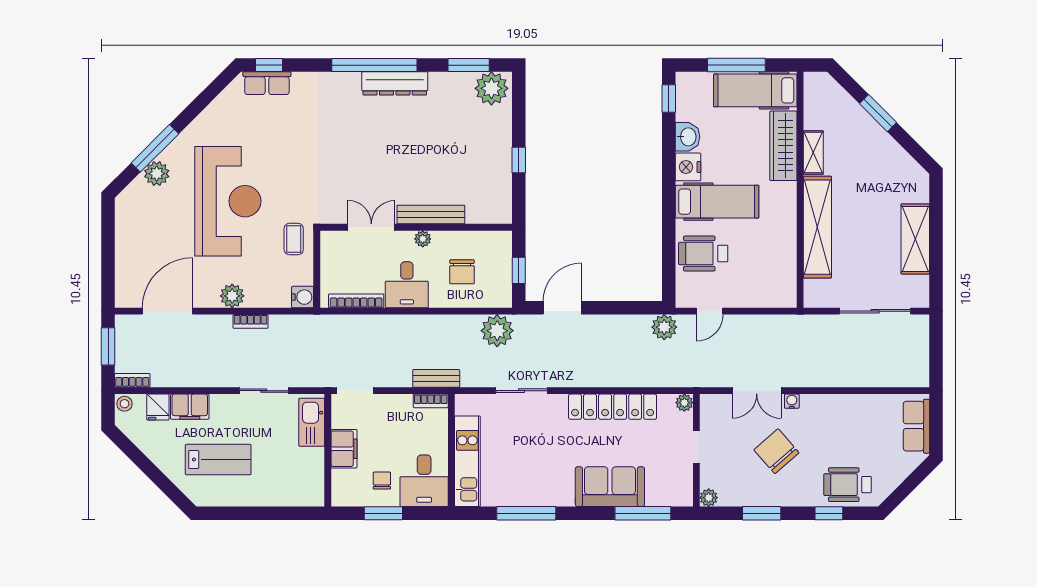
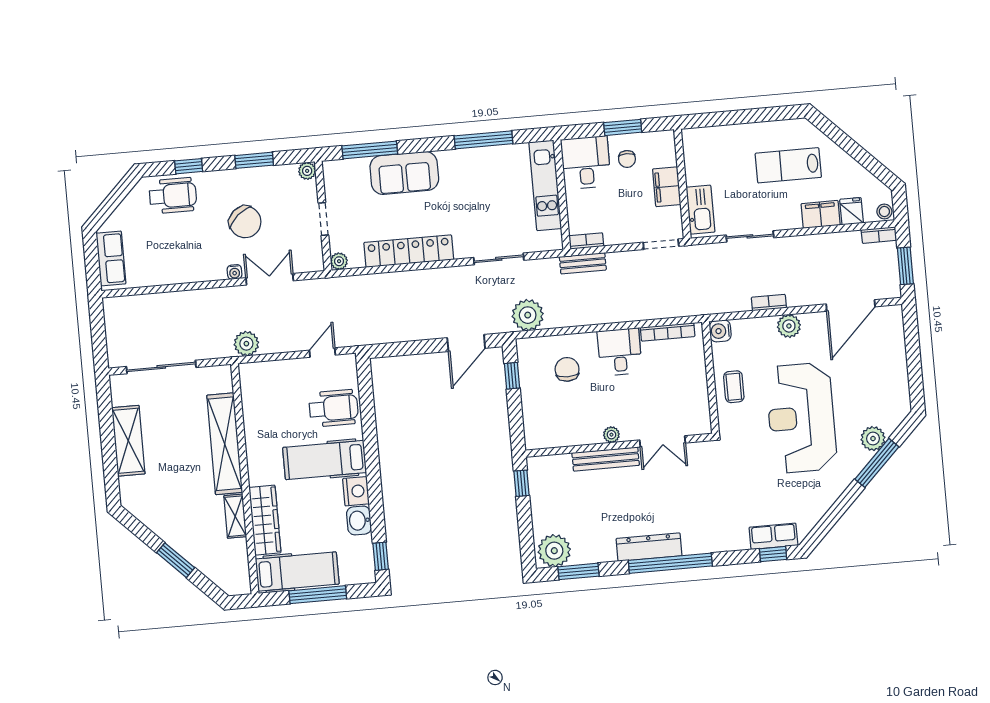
bench: (431, 214) -> (606, 459), moved
double door: (371, 227) -> (662, 441), moved
wall: (416, 227) -> (619, 445), moved
plant: (423, 239) -> (611, 435), moved
plant: (664, 327) -> (246, 344), moved

